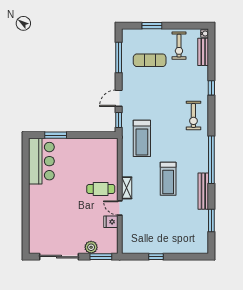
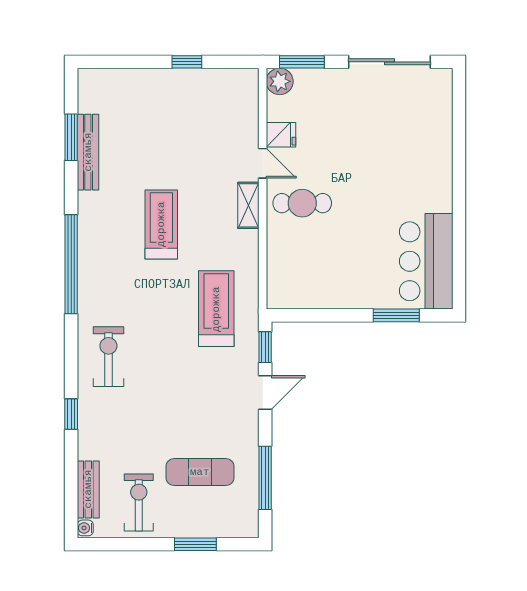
bench: (203, 191) -> (88, 152), moved
plant: (91, 247) -> (280, 81), moved

